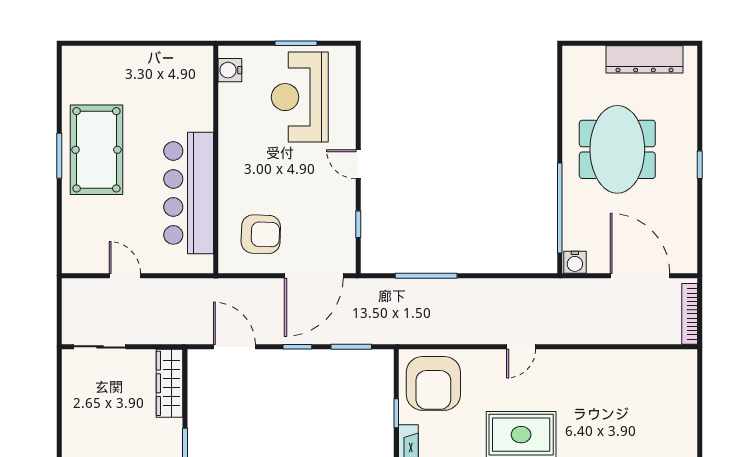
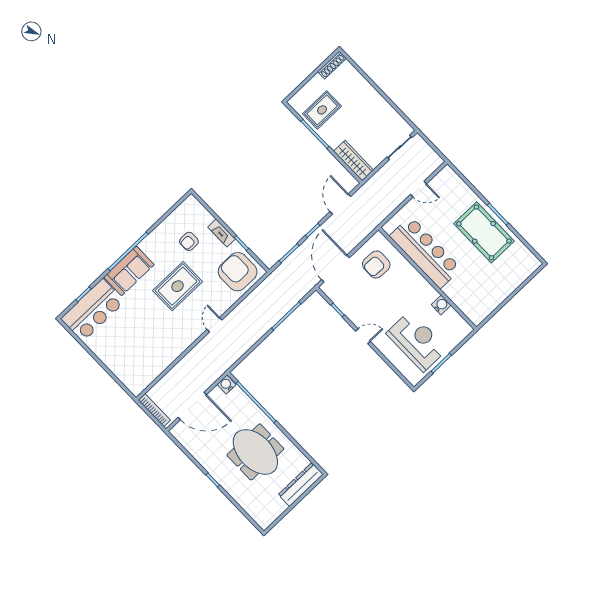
dresser: (644, 59) -> (301, 485), moved
water cooler: (230, 70) -> (441, 305), moved
door: (234, 347) -> (340, 204), swing flipped

